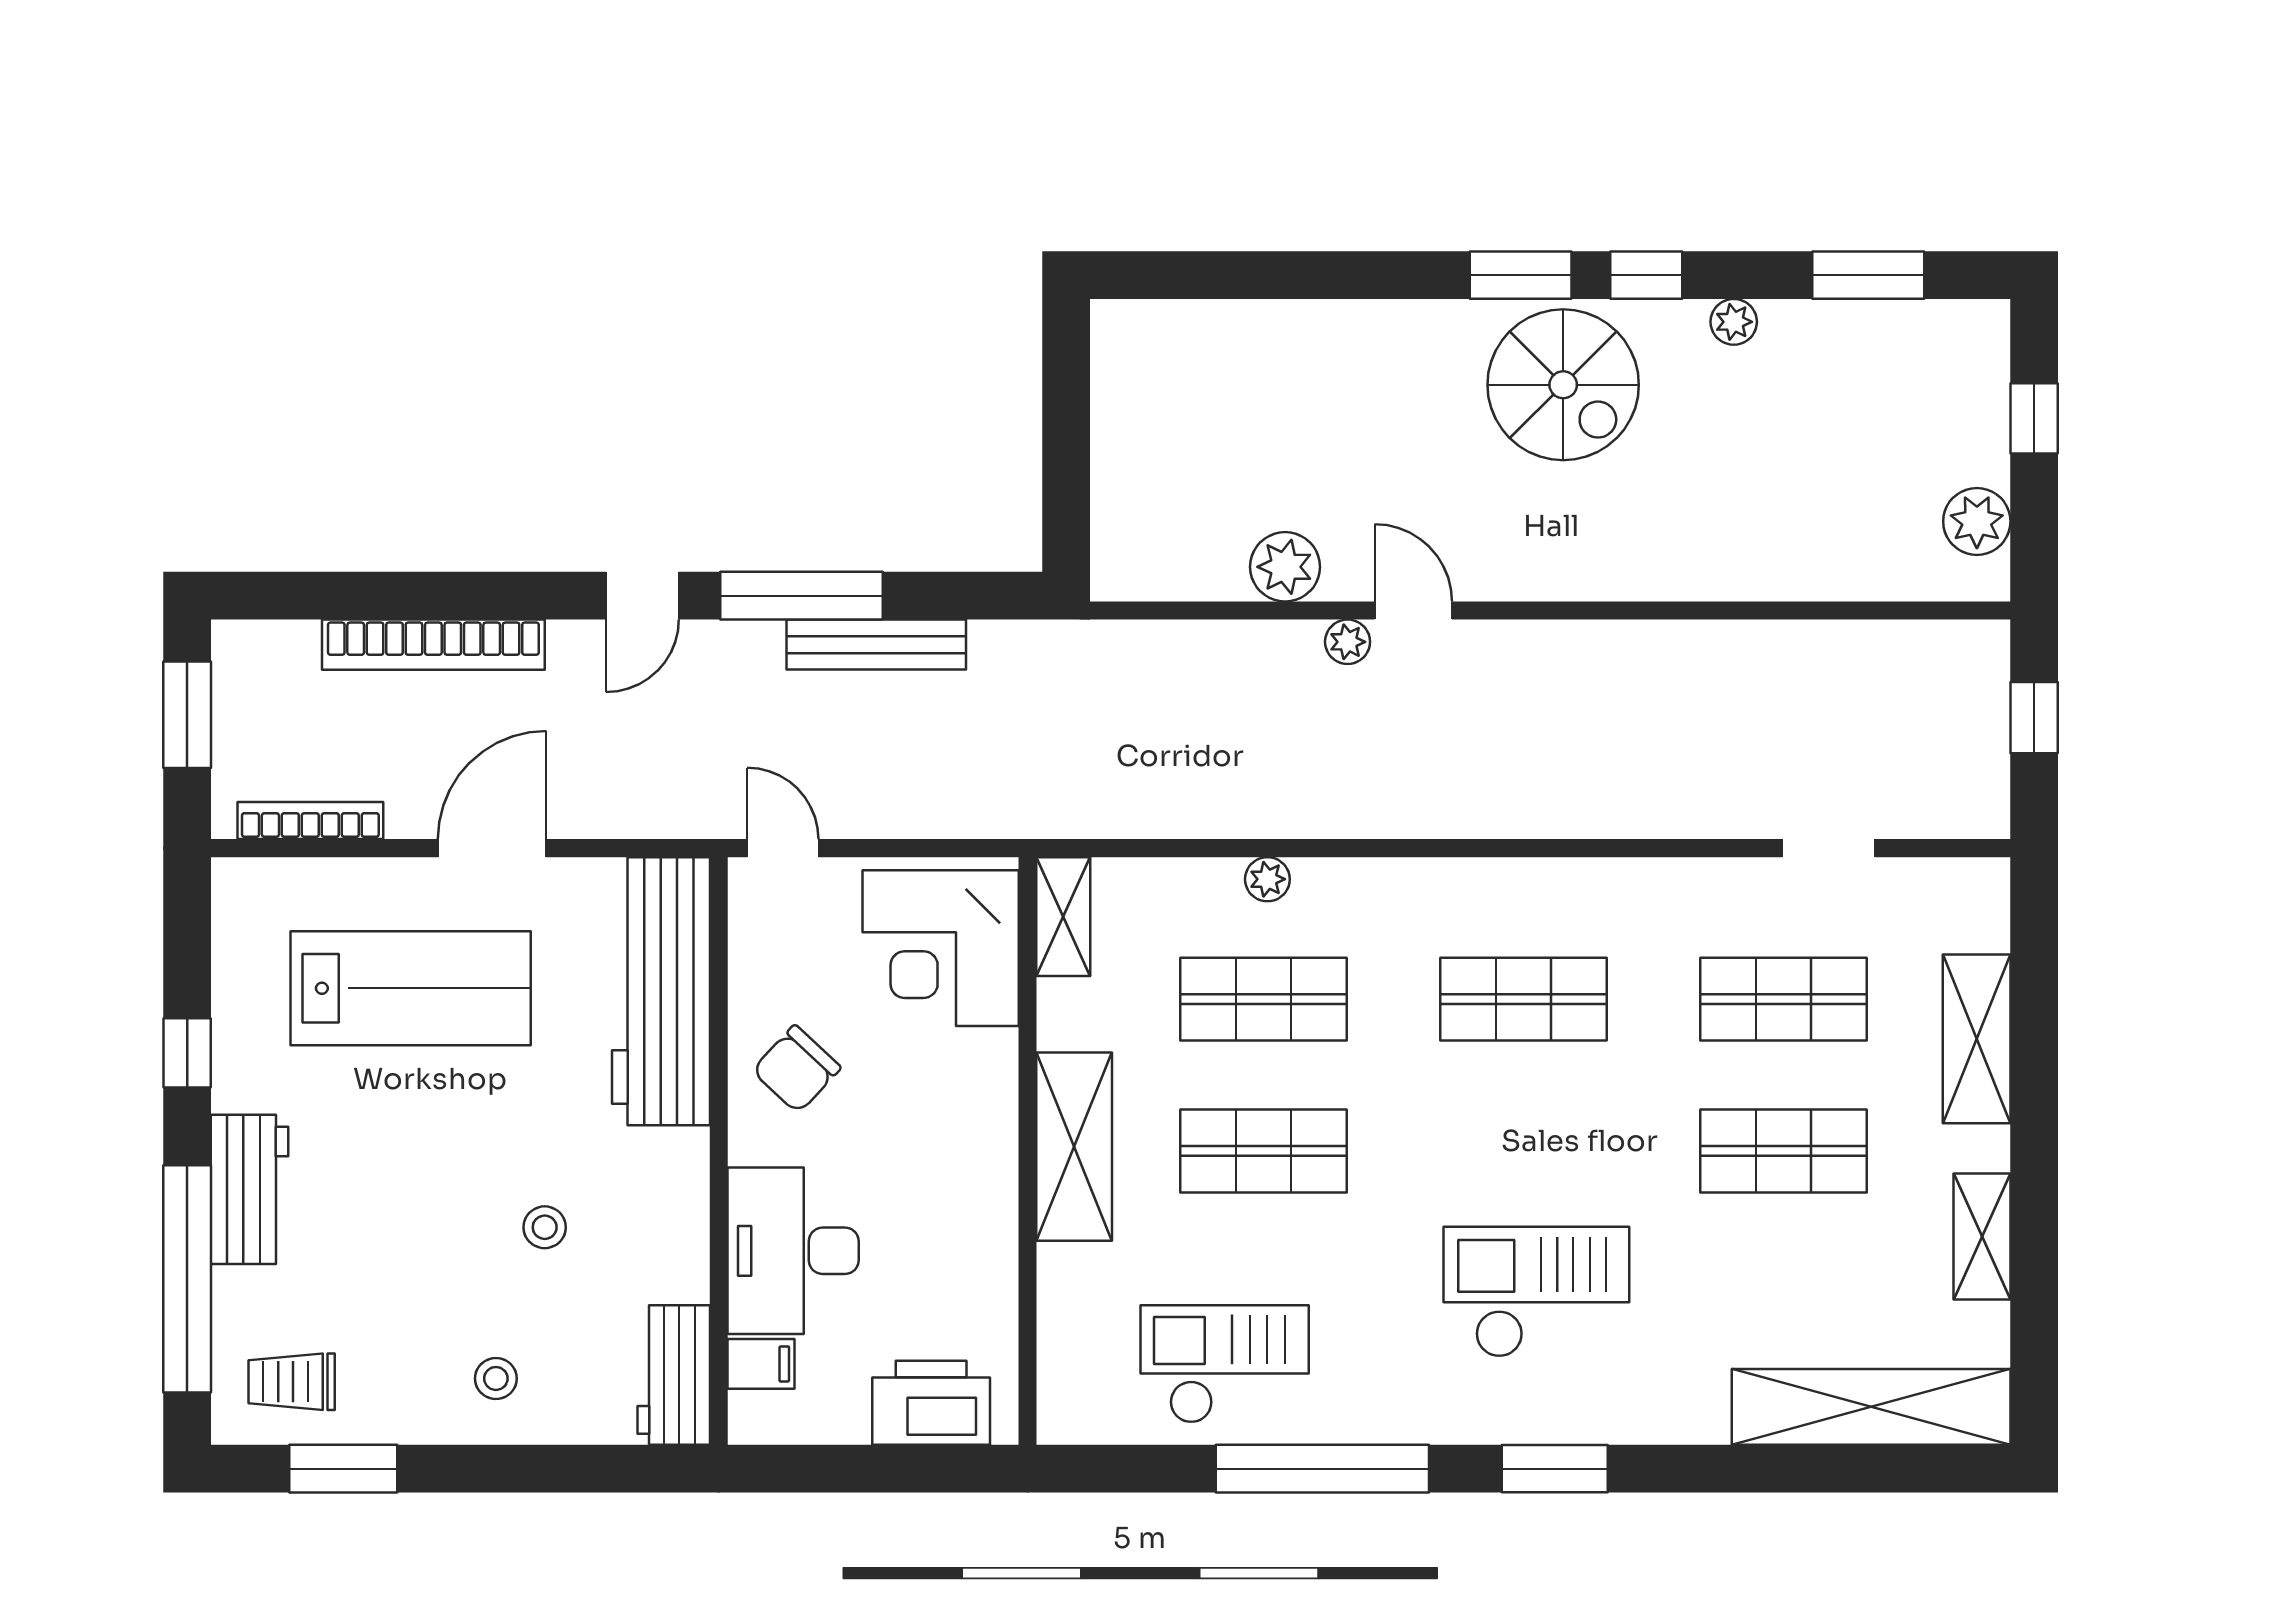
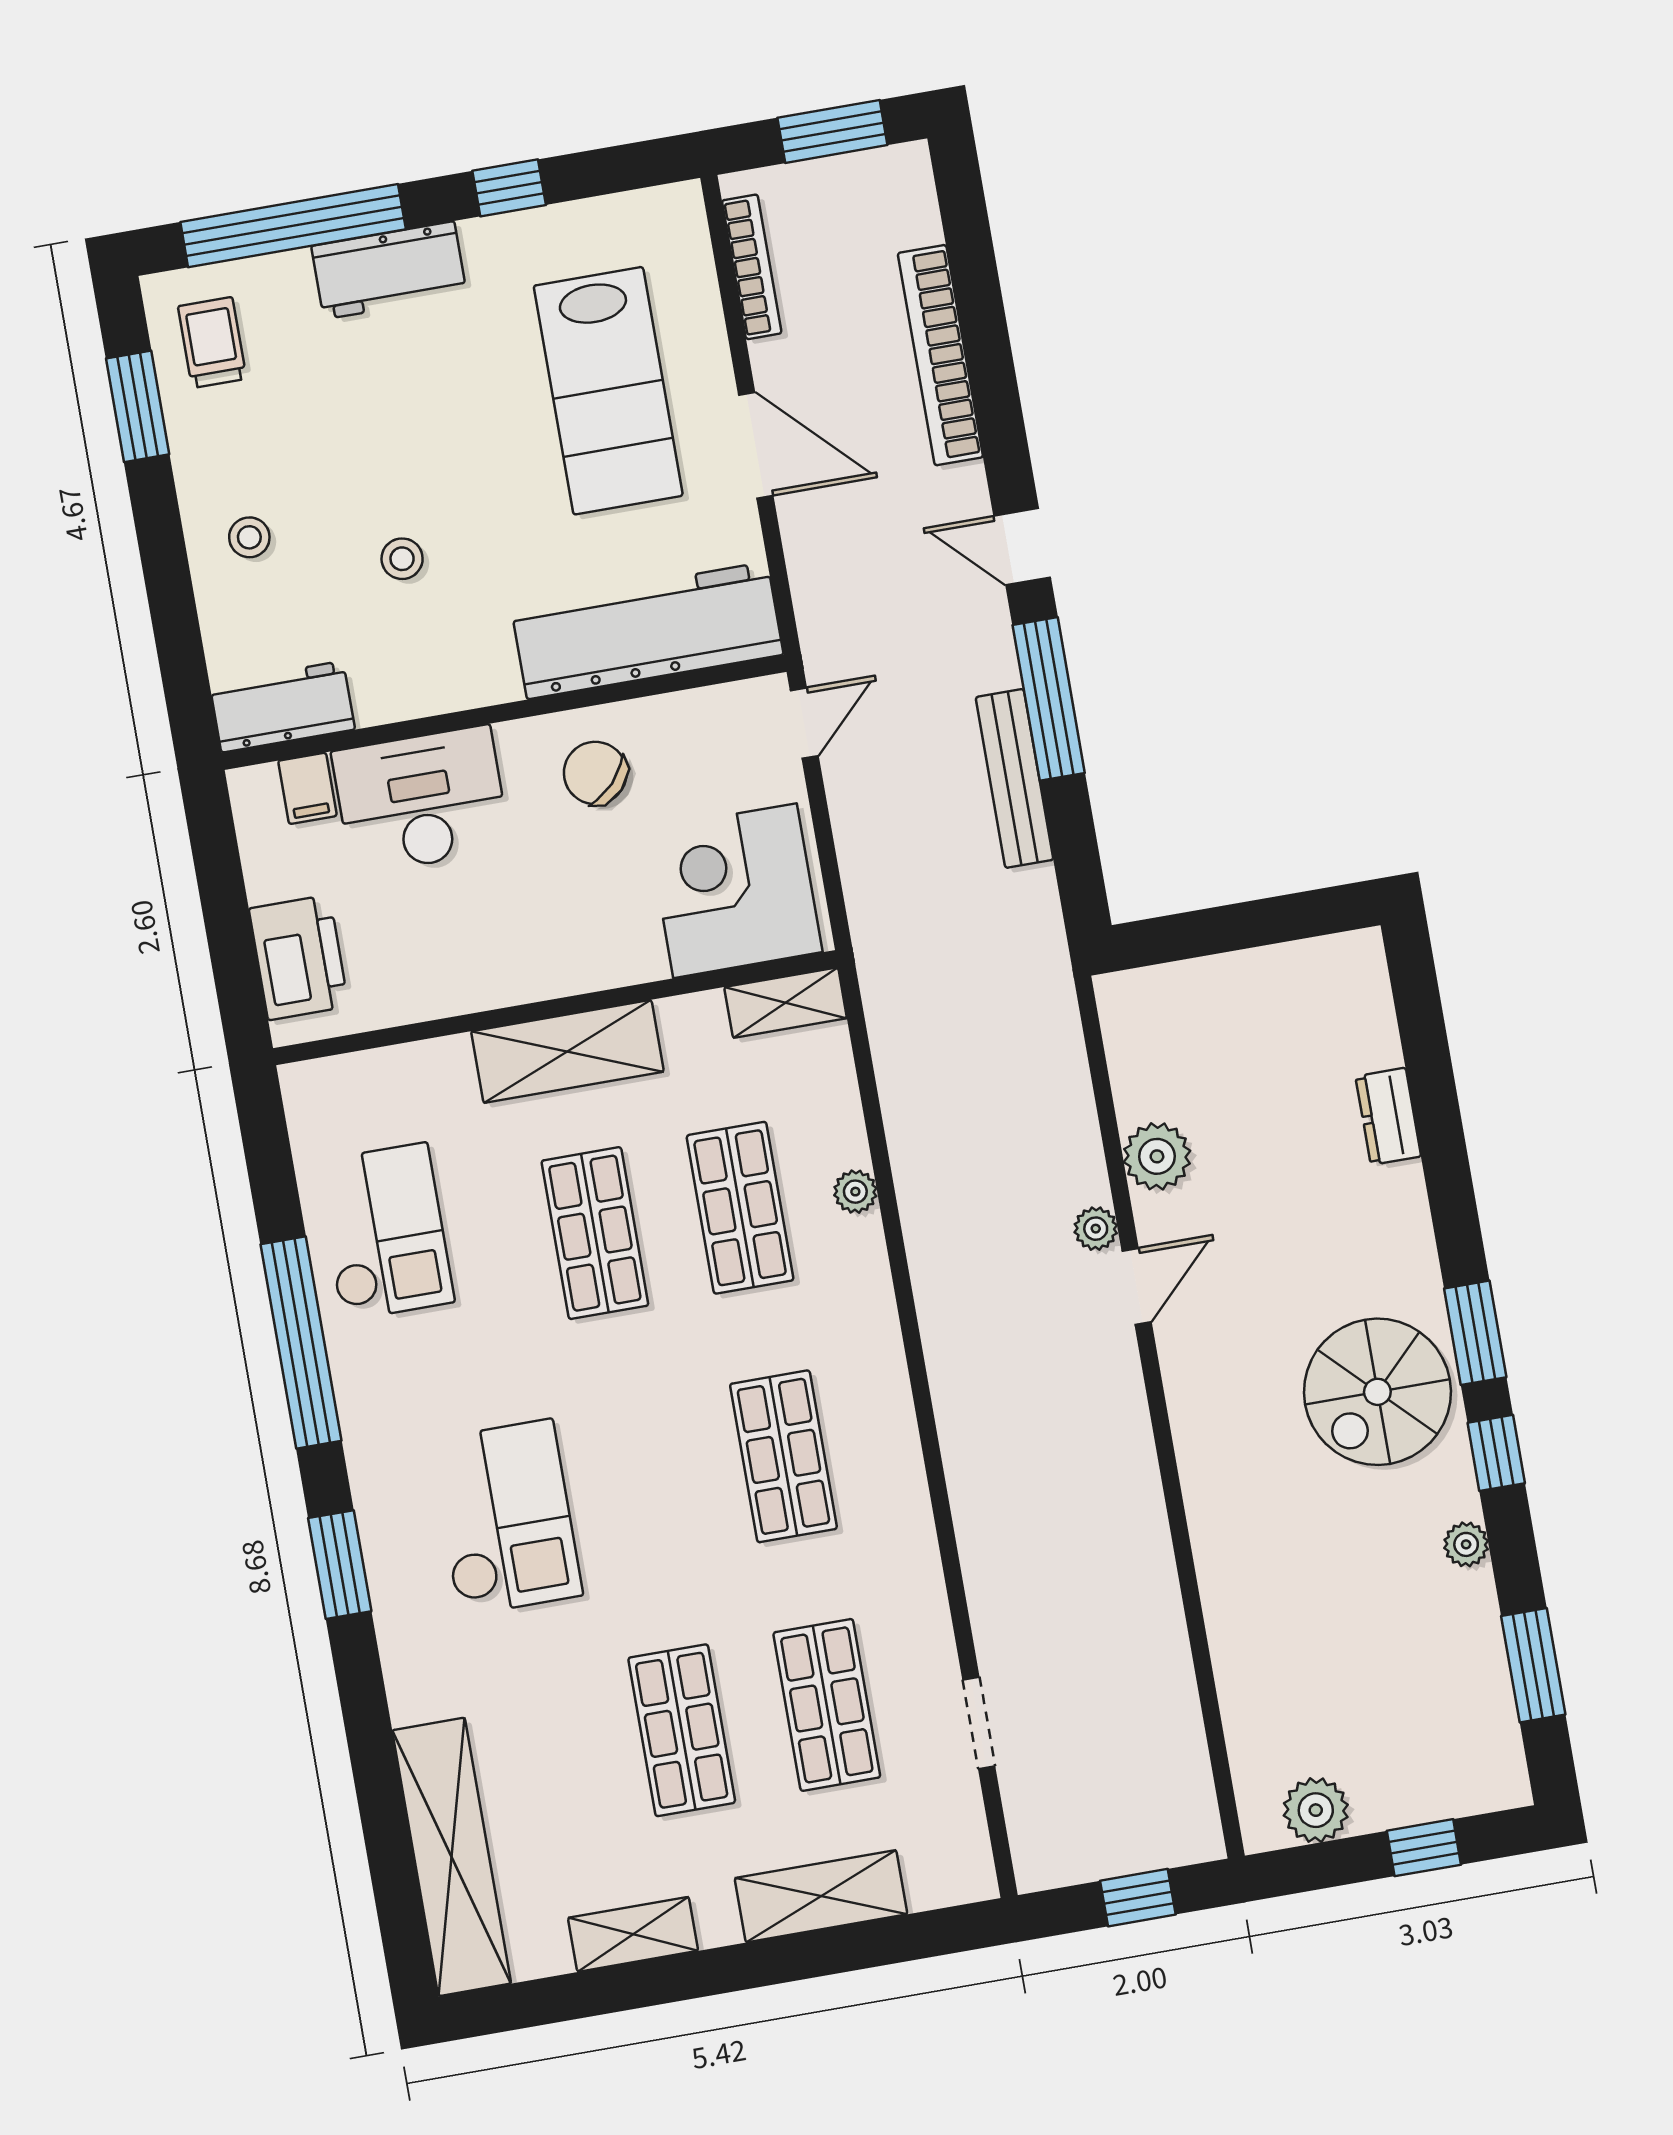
dresser: (1285, 325) -> (1388, 1116), added

